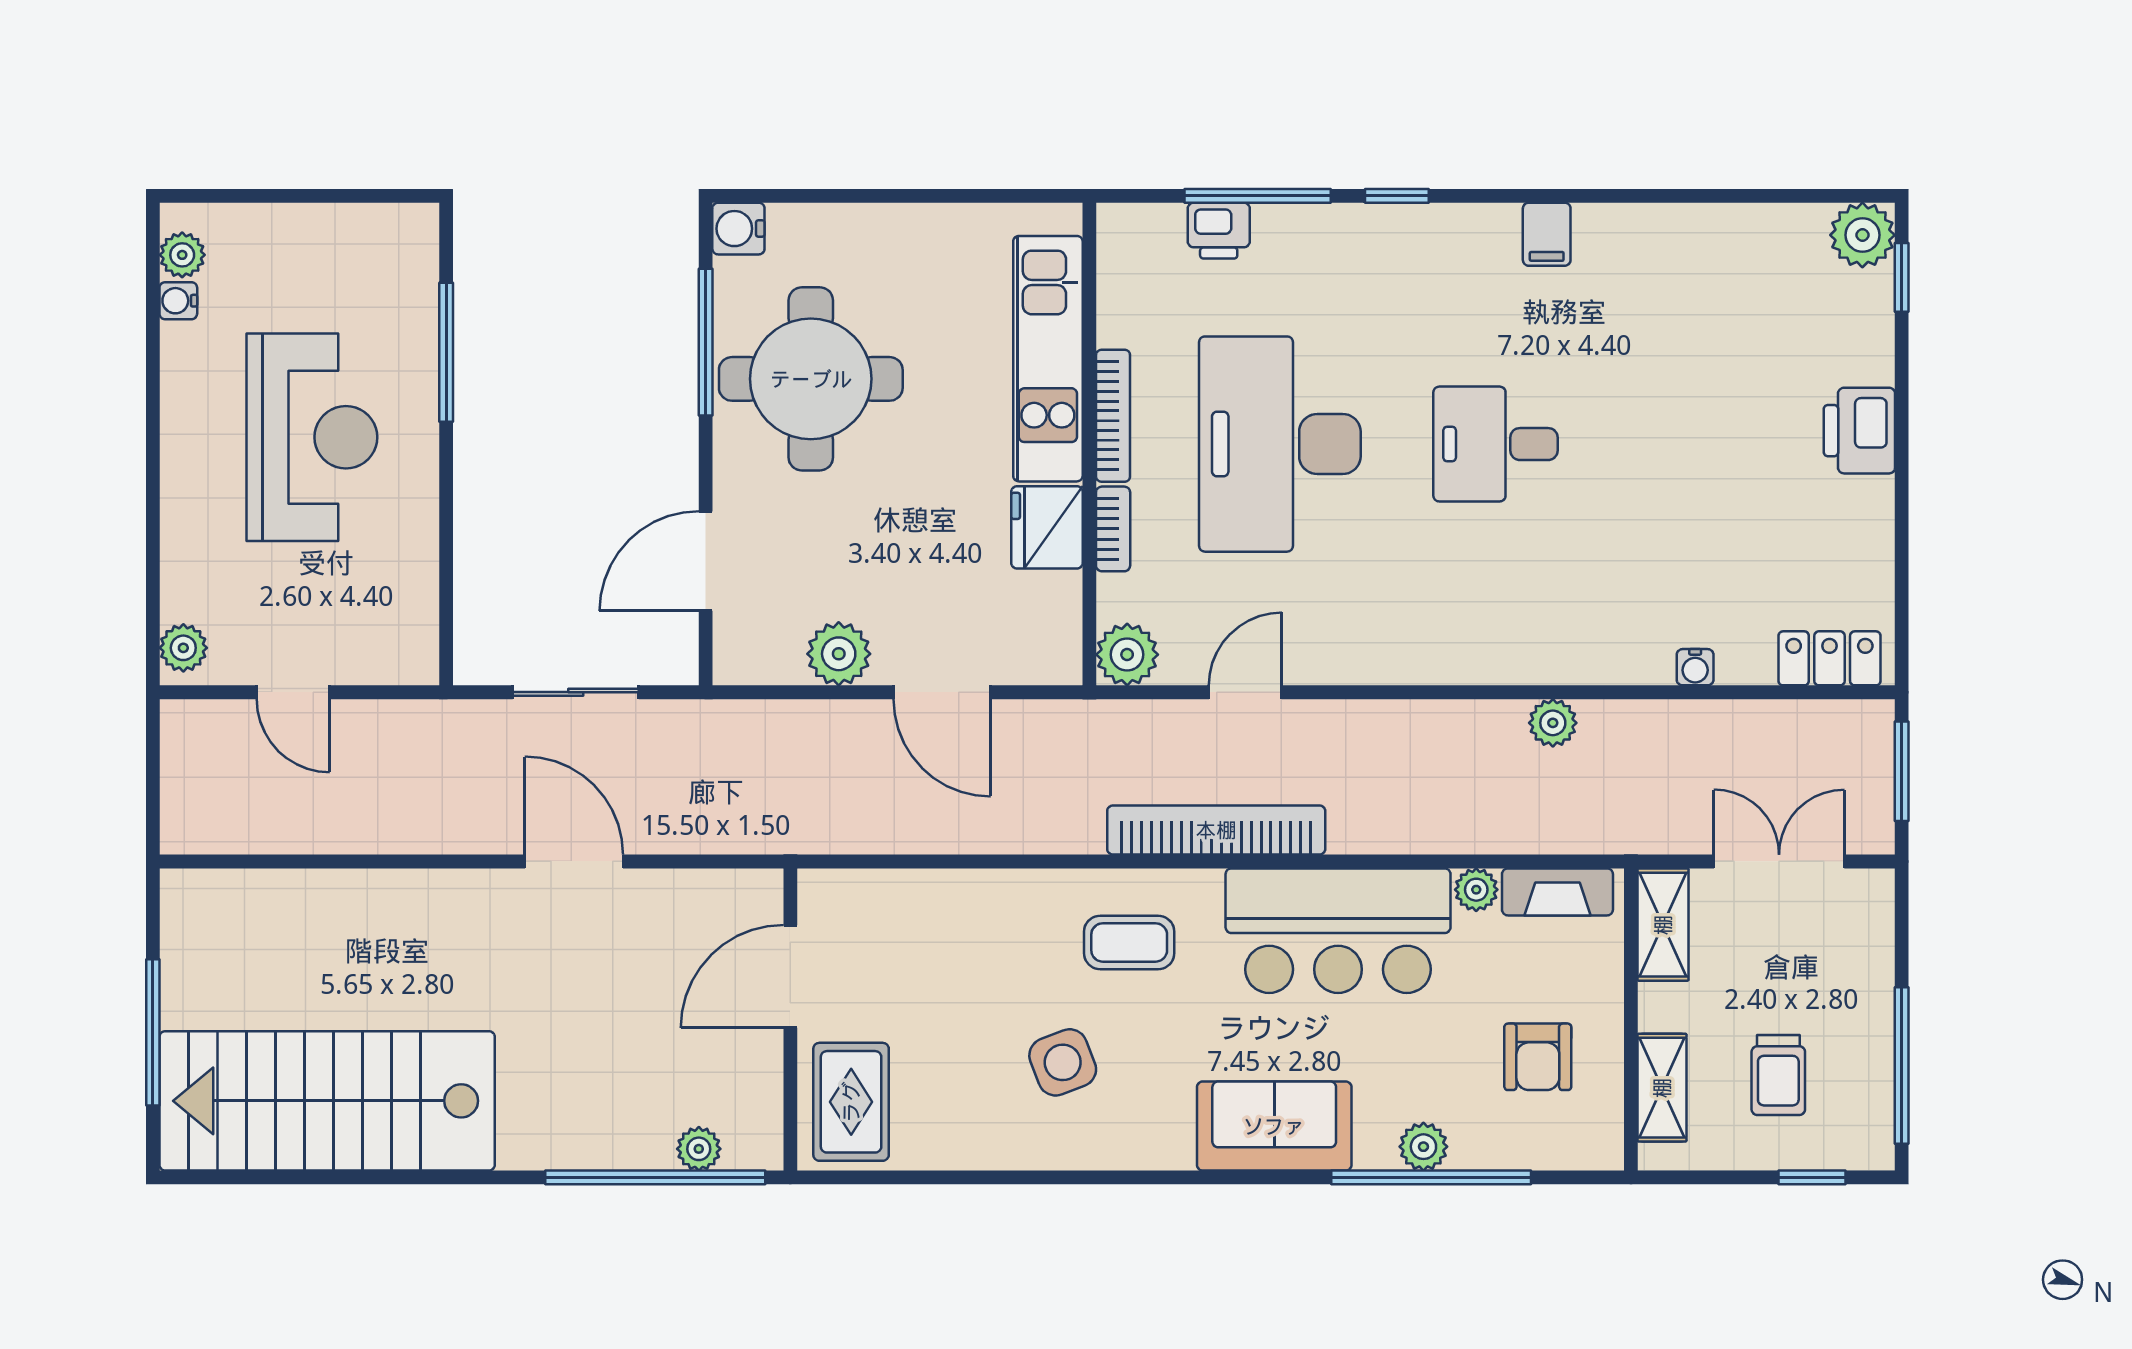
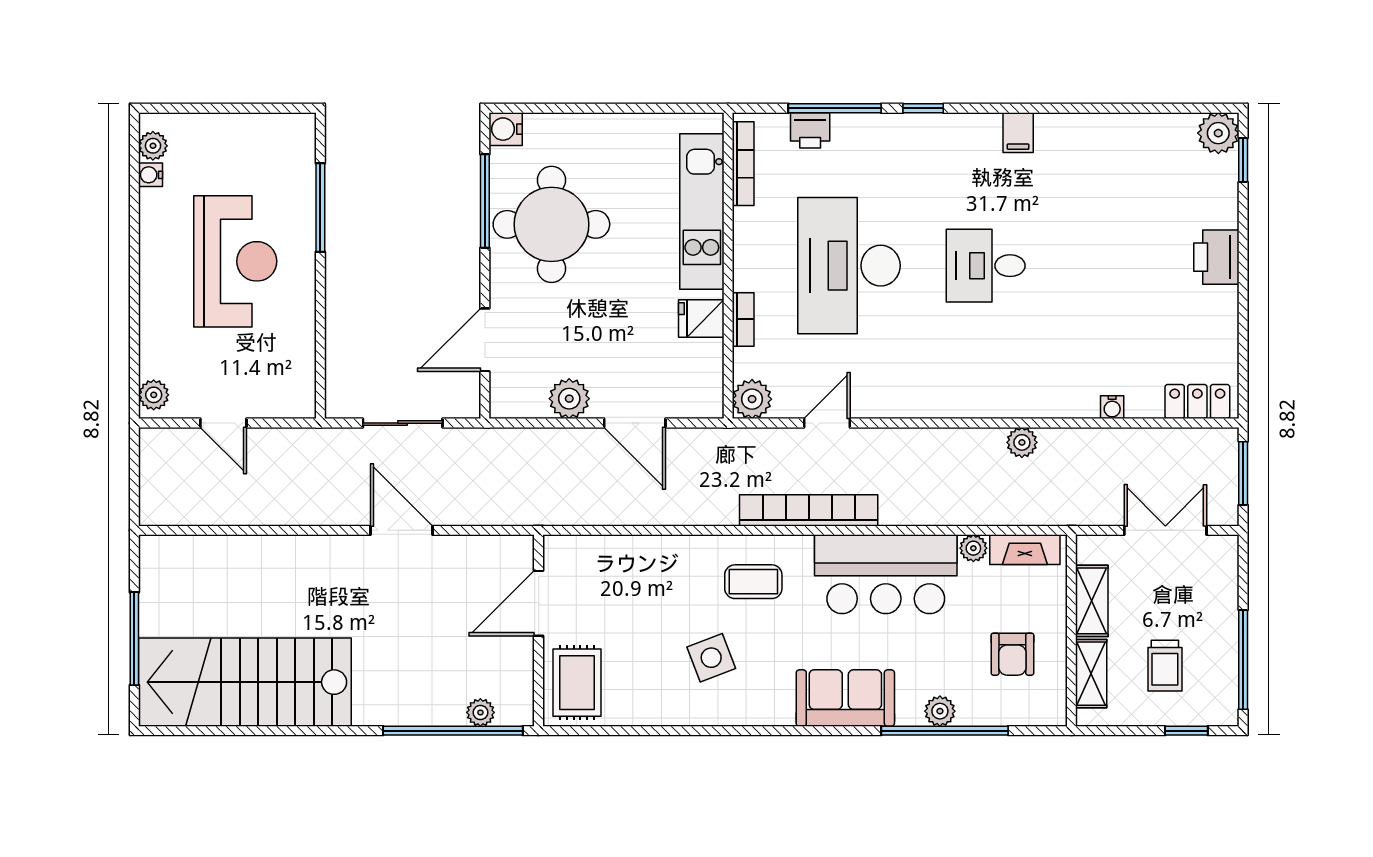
bookcase: (1113, 416) -> (743, 164), moved
fridge: (1047, 527) -> (701, 318), width x0.72
shelving: (1663, 925) -> (1092, 601), moved

